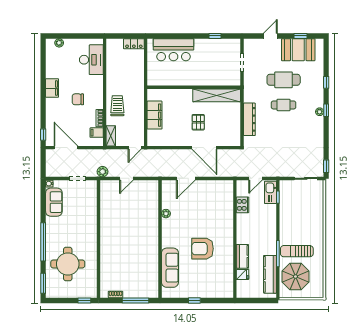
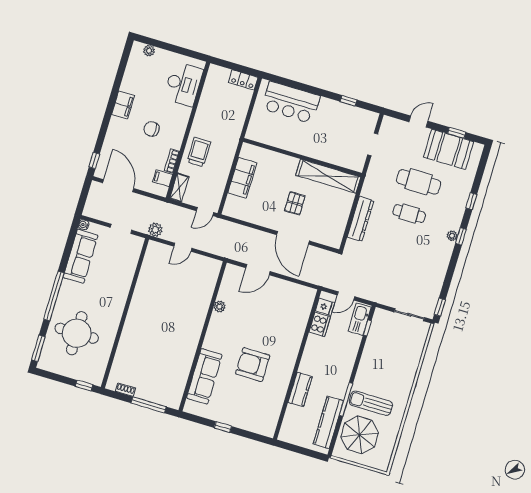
sofa: (54, 202) -> (81, 256), width x1.36
fridge: (243, 274) -> (325, 307), moved

